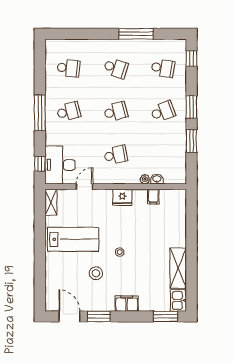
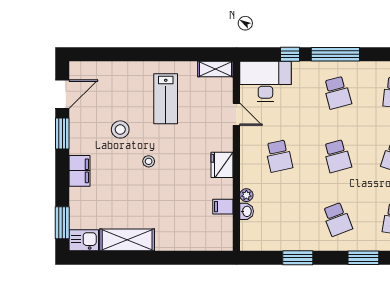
window: (191, 107) -> (363, 258), moved
window: (40, 164) -> (290, 54), moved
lab bench: (73, 239) -> (166, 99), width x0.73, depth x0.72

